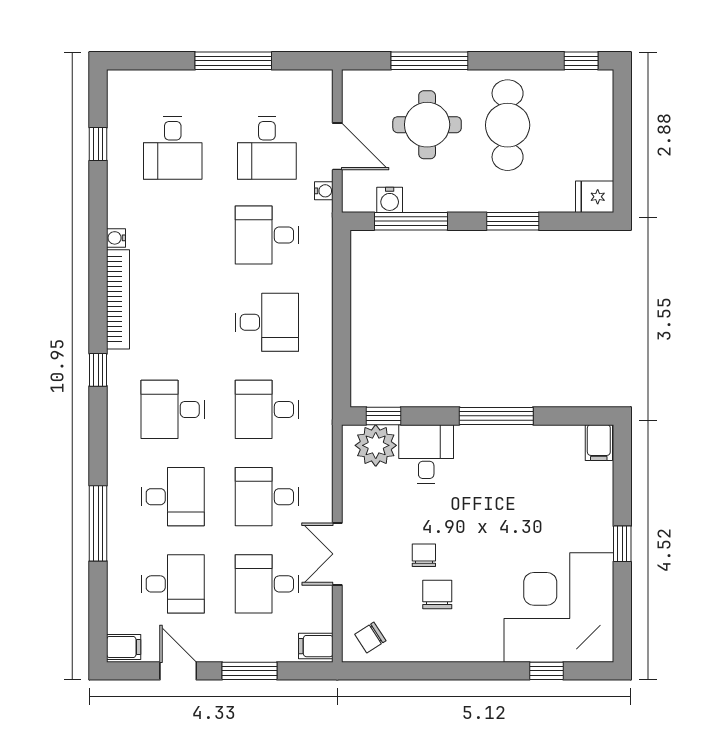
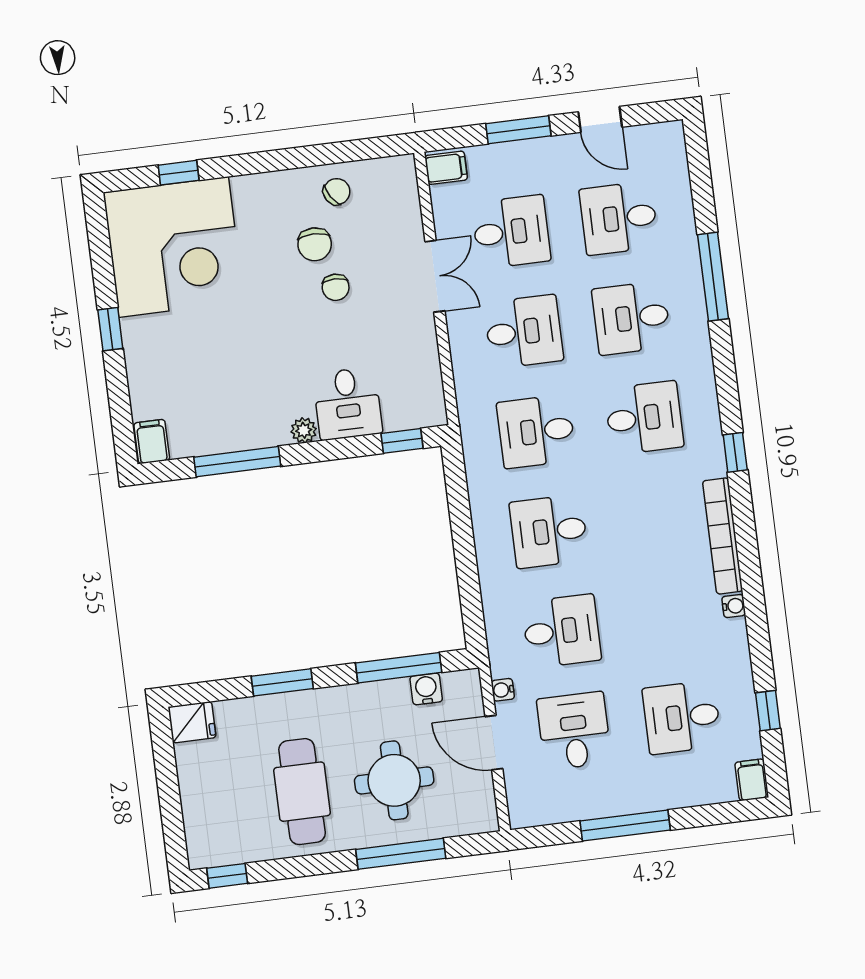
desk: (173, 148) -> (682, 717), turned -90
desk: (267, 409) -> (536, 431), turned 180
window: (496, 416) -> (237, 462), moved
plant: (376, 445) -> (304, 430), moved, width x0.53, depth x0.53
chair: (370, 637) -> (337, 192), moved
filing cabinet: (124, 647) -> (752, 780), moved, turned 90

